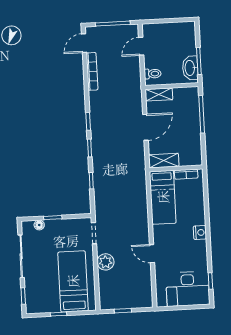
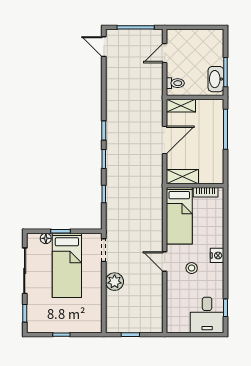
door: (84, 43) -> (104, 47), hinge flipped
bookcase: (92, 71) -> (111, 77), removed
stool: (177, 246) -> (192, 268), added
door: (152, 254) -> (165, 262), moved
bed: (73, 281) -> (67, 265), moved, turned 180
desk: (188, 289) -> (207, 315), width x0.73

